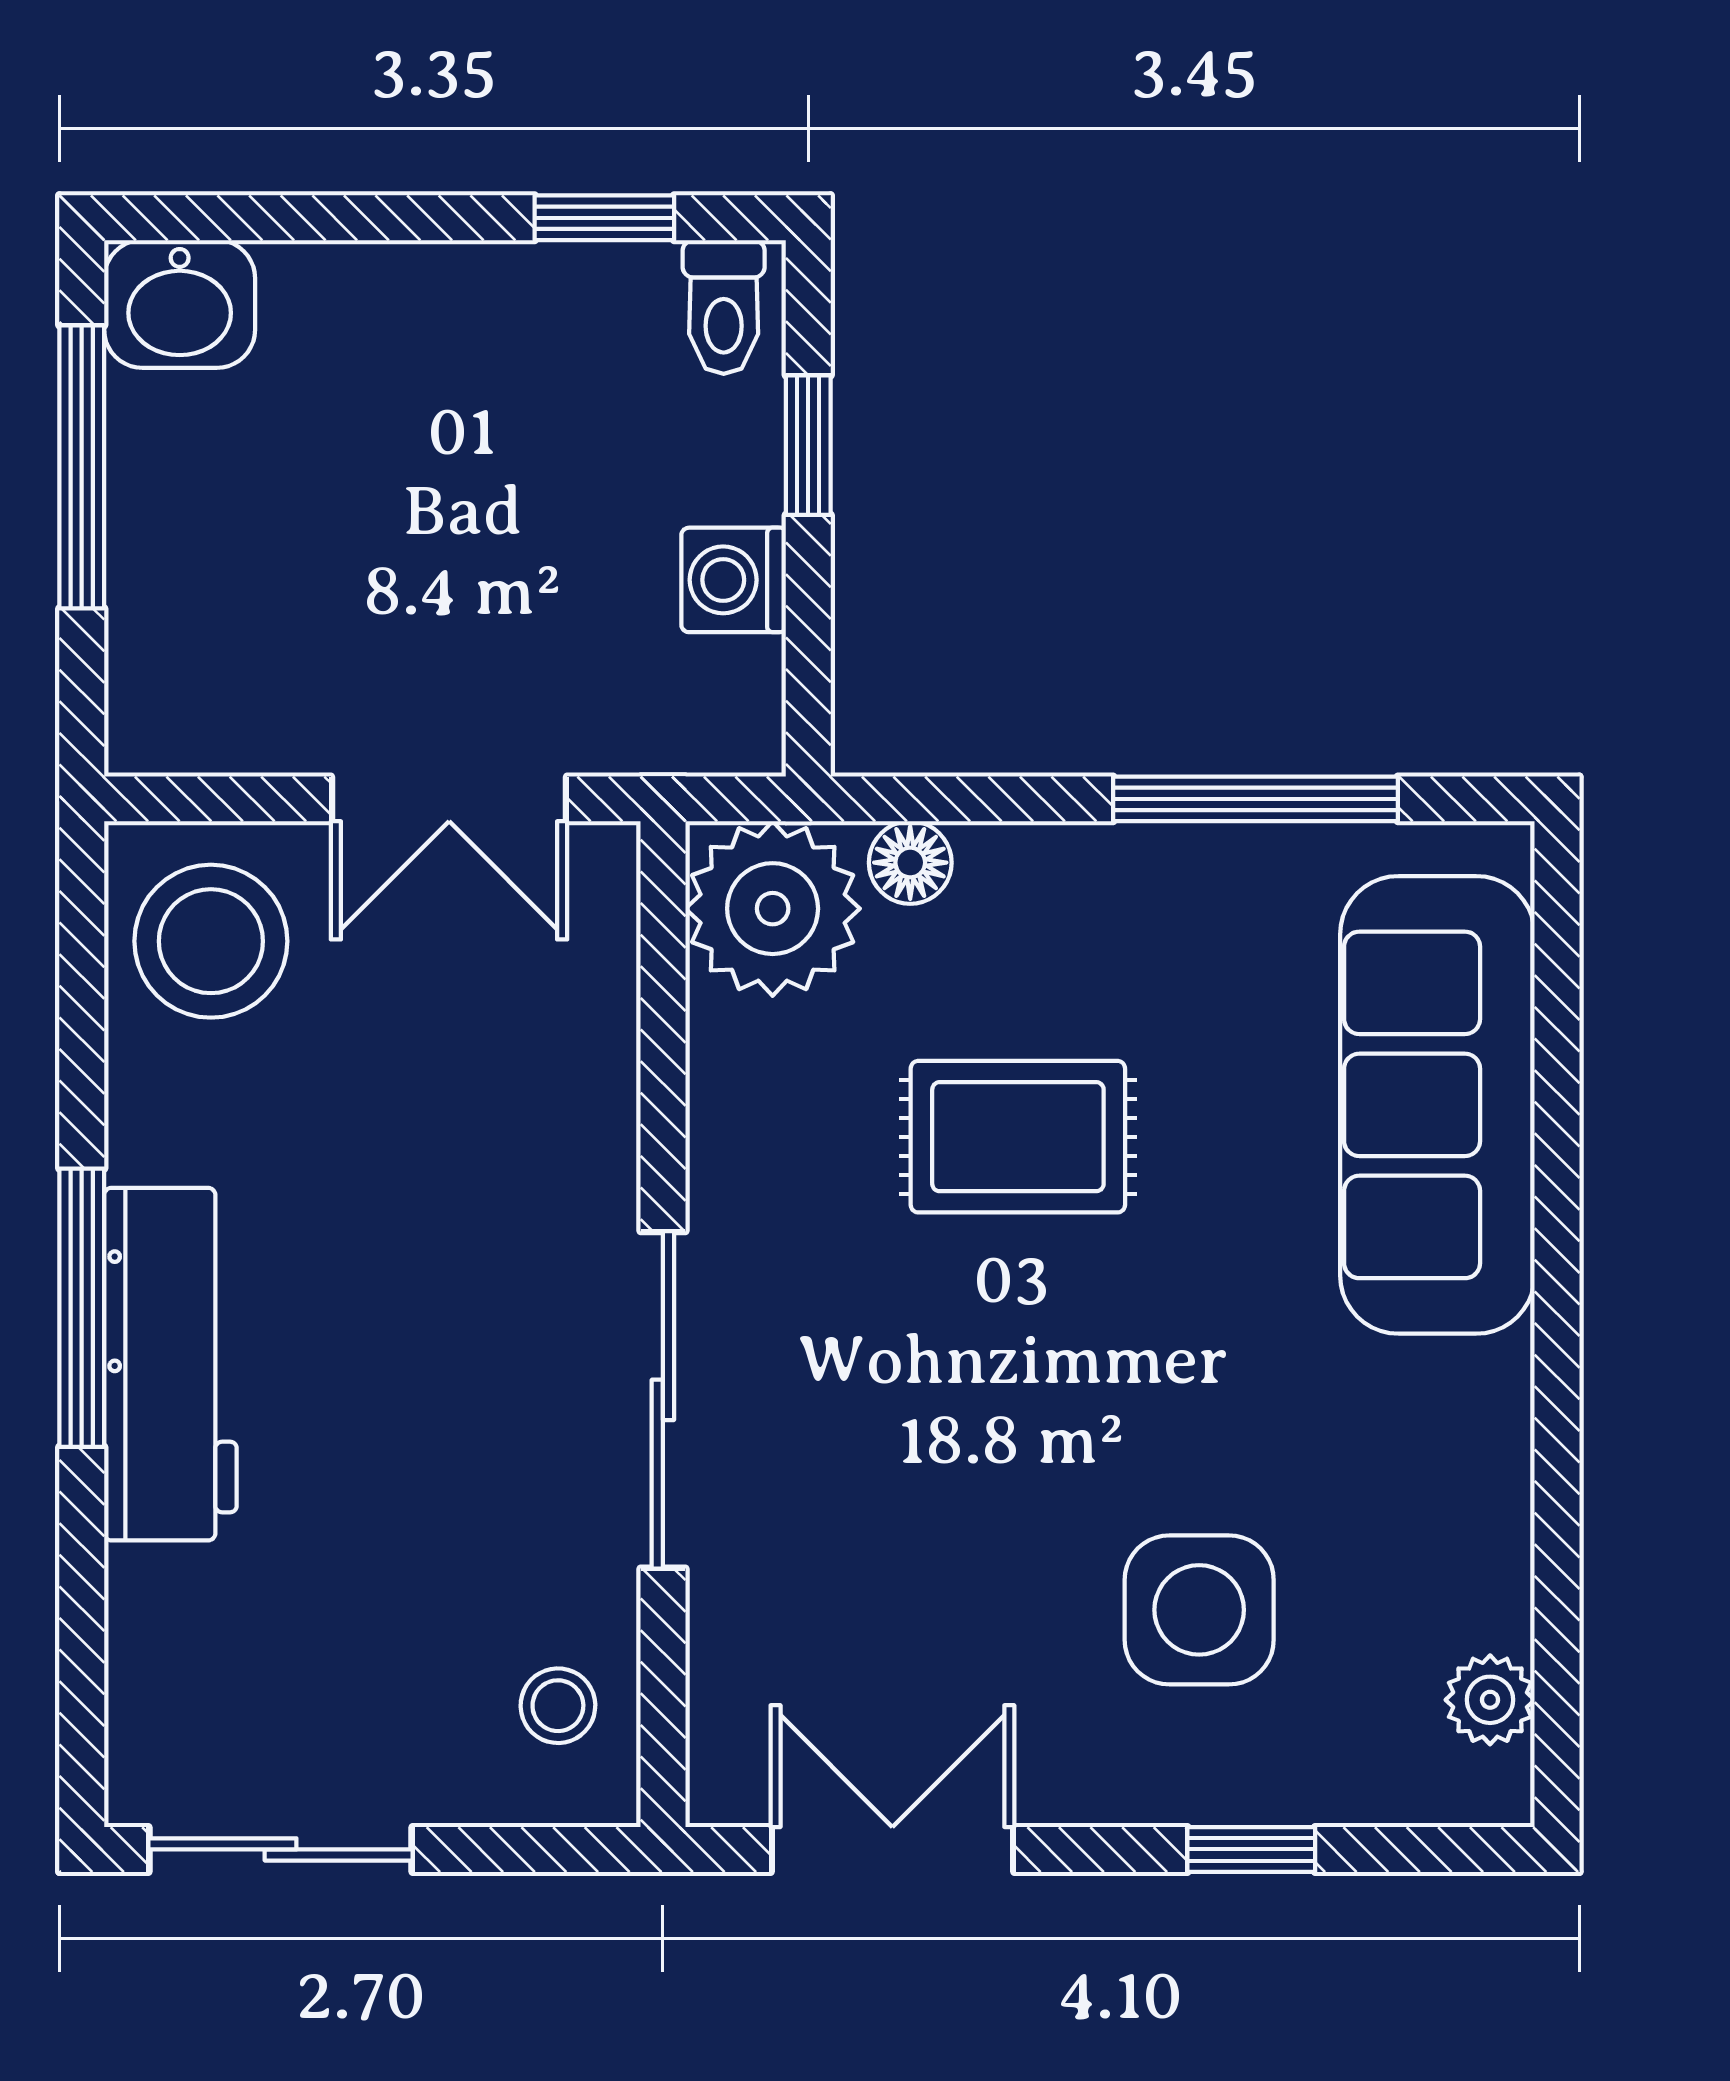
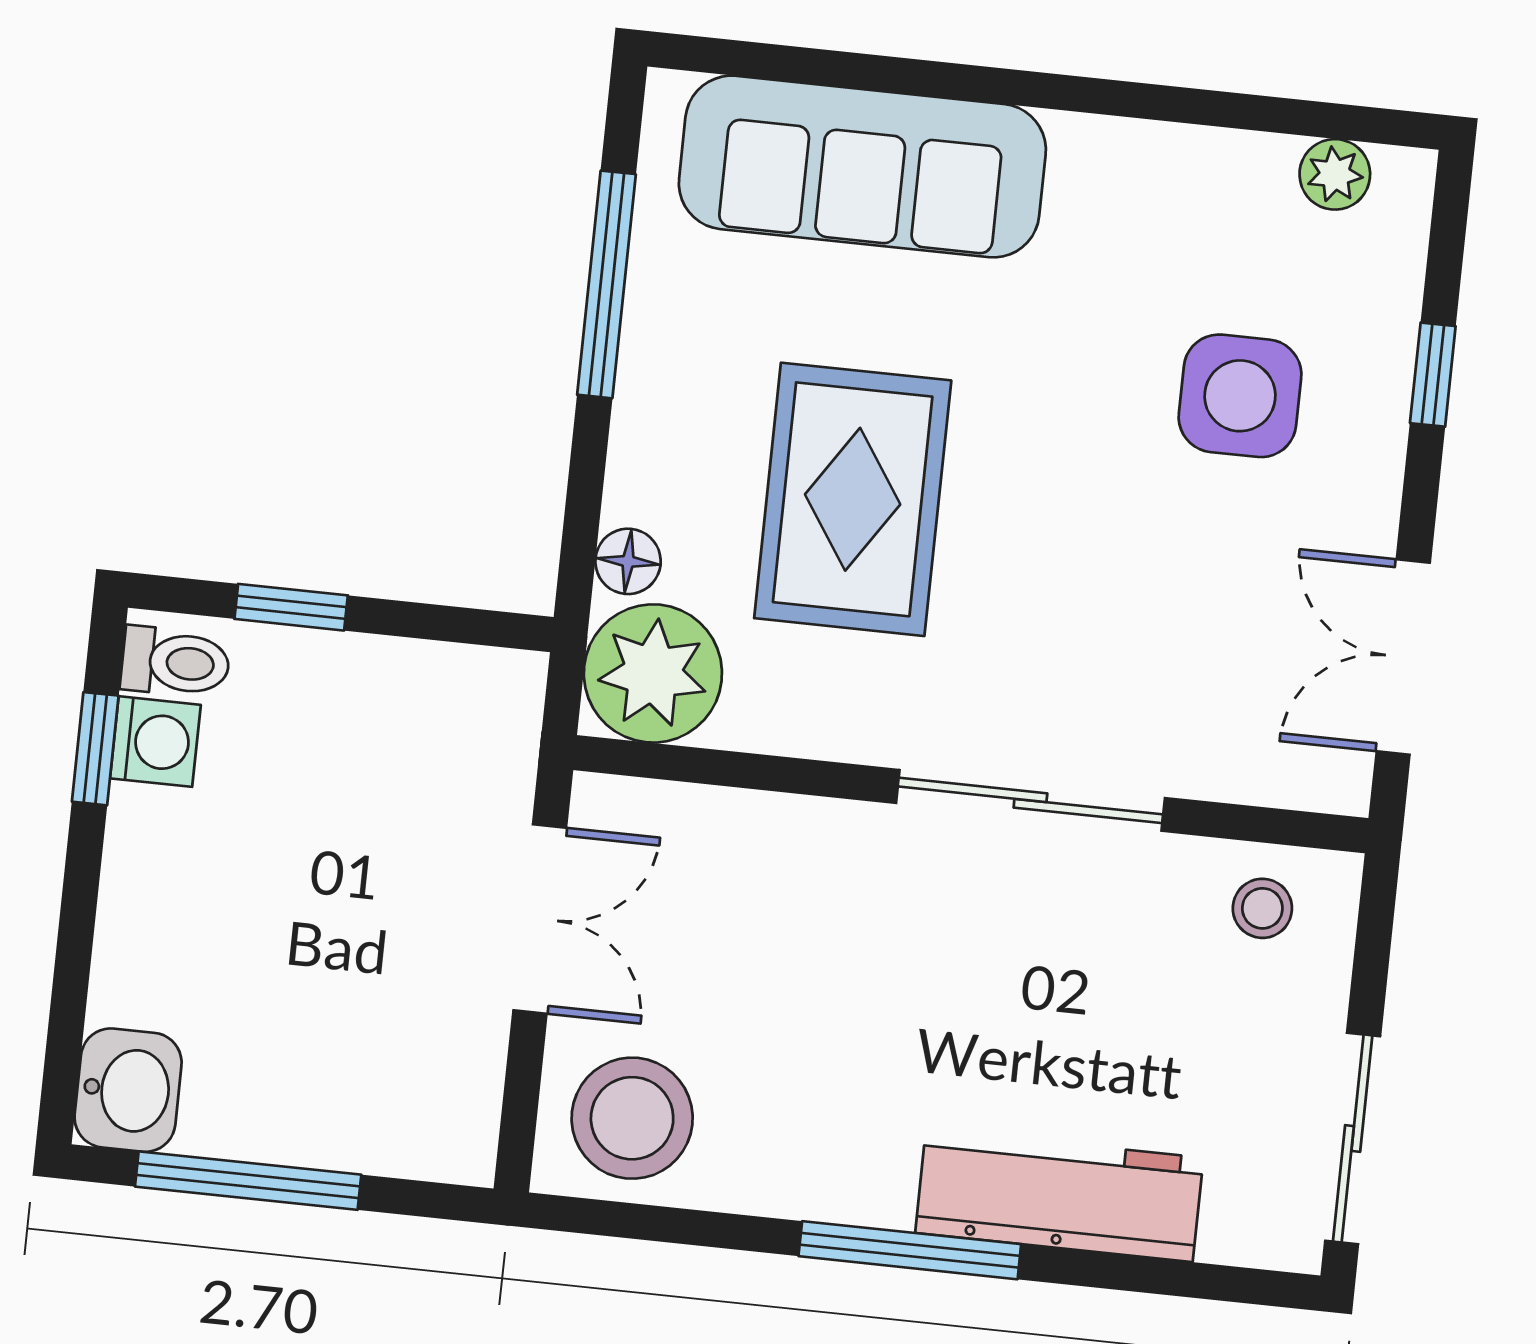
washing machine: (734, 580) -> (155, 742), moved, turned -90
rug: (1018, 1137) -> (853, 499), width x1.36, depth x1.43
workbench: (170, 1364) -> (1059, 1195), moved

